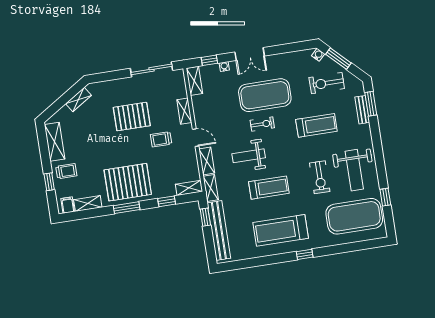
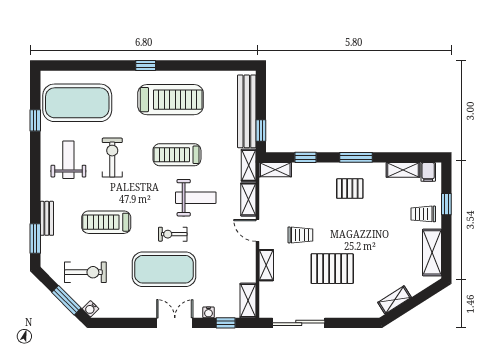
bench: (362, 110) -> (47, 218), moved
weight bench: (354, 170) -> (68, 160), width x0.73, depth x0.75
pallet: (128, 182) -> (350, 189), width x0.49, depth x0.50

